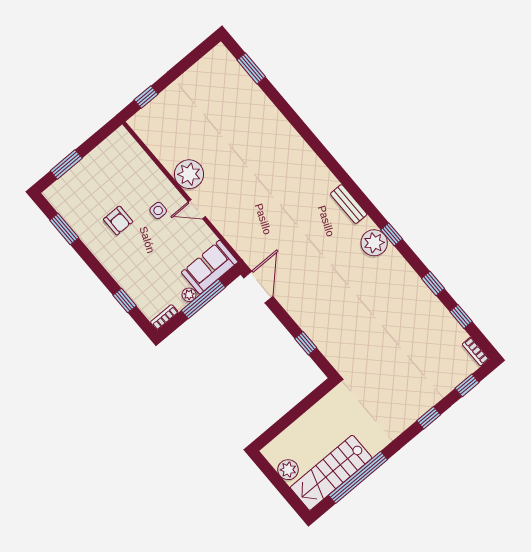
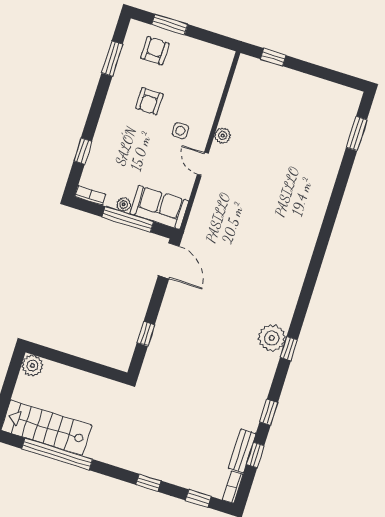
plant: (189, 174) -> (223, 136), width x0.53, depth x0.53
armchair: (80, 190) -> (155, 51), added
bench: (349, 204) -> (242, 451), moved
door: (258, 287) -> (169, 261), hinge flipped
plant: (288, 470) -> (32, 366), moved

